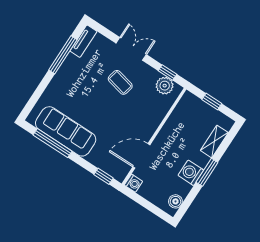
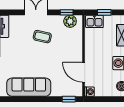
kitchen sink: (193, 104) -> (94, 21), added
window: (53, 143) -> (25, 99), removed
door: (141, 156) -> (84, 72), hinge flipped

